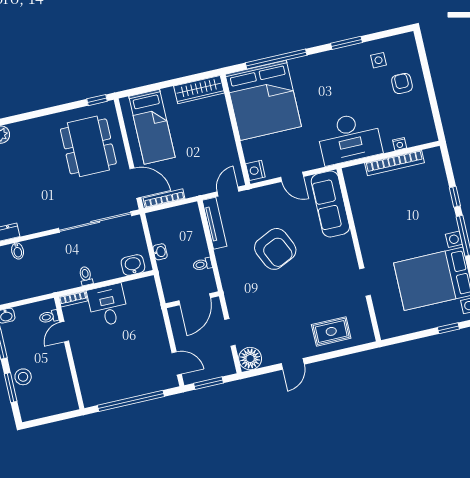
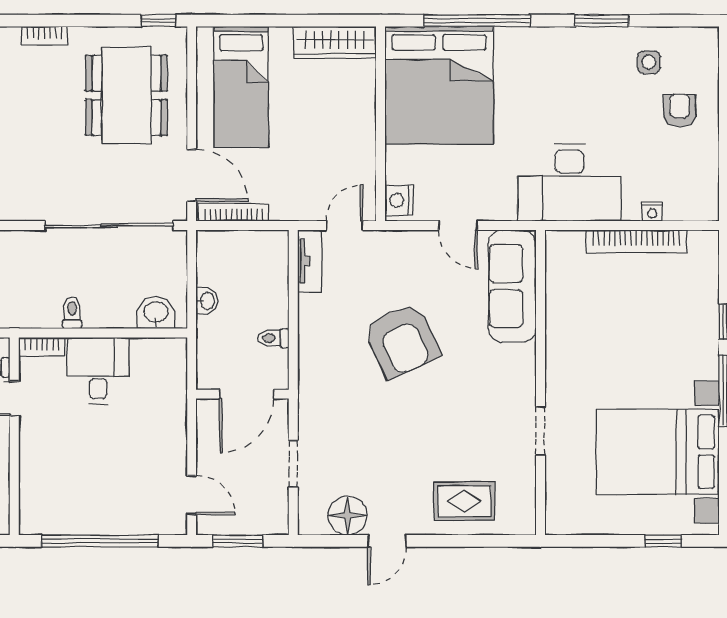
bookcase: (34, 123) -> (44, 36), added
tv unit: (215, 223) -> (310, 261), width x0.71
floor lamp: (250, 359) -> (348, 516), moved

